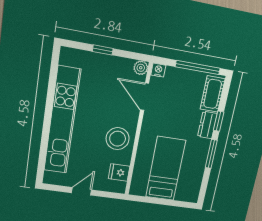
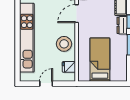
door: (145, 97) -> (77, 14), hinge flipped

